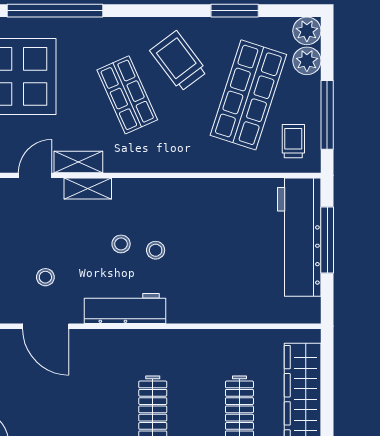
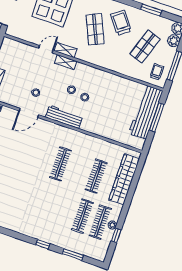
shop shelf: (248, 95) -> (145, 46), width x0.70, depth x0.74
door: (46, 326) -> (29, 113), hinge flipped

